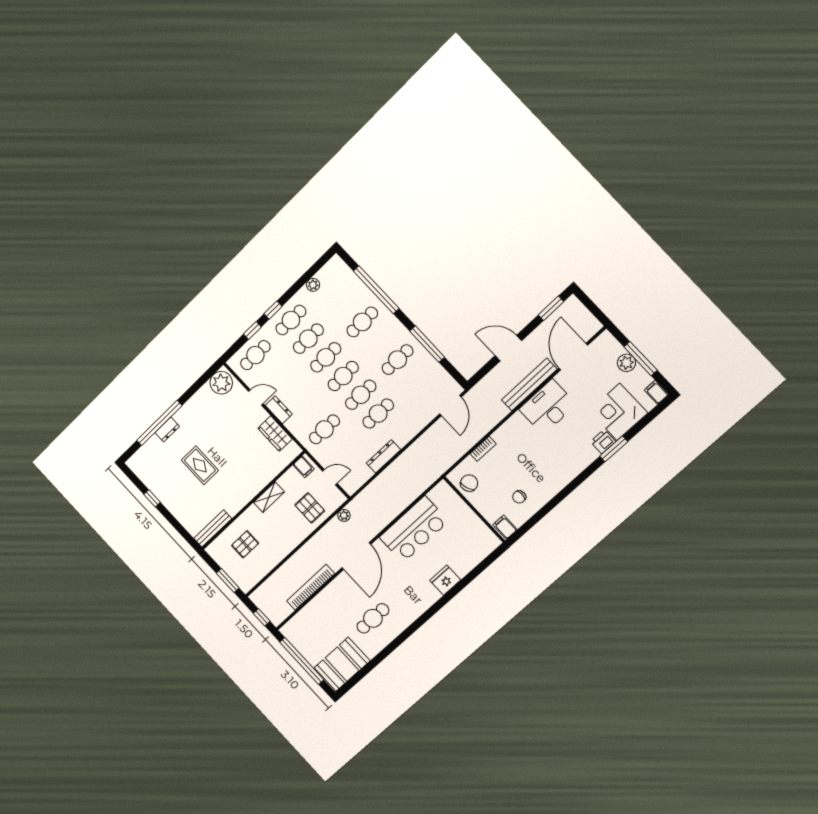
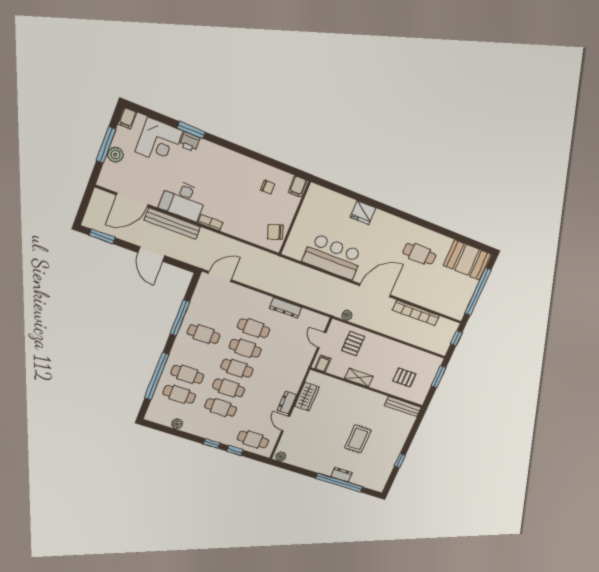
cafe table: (291, 320) -> (179, 394), moved
plant: (221, 383) -> (281, 456), width x0.53, depth x0.53
cafe table: (324, 429) -> (286, 362), removed
bookcase: (483, 449) -> (210, 223), moved

